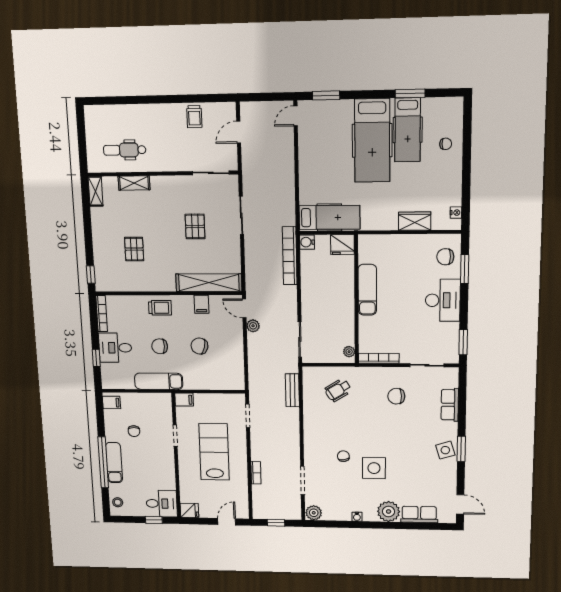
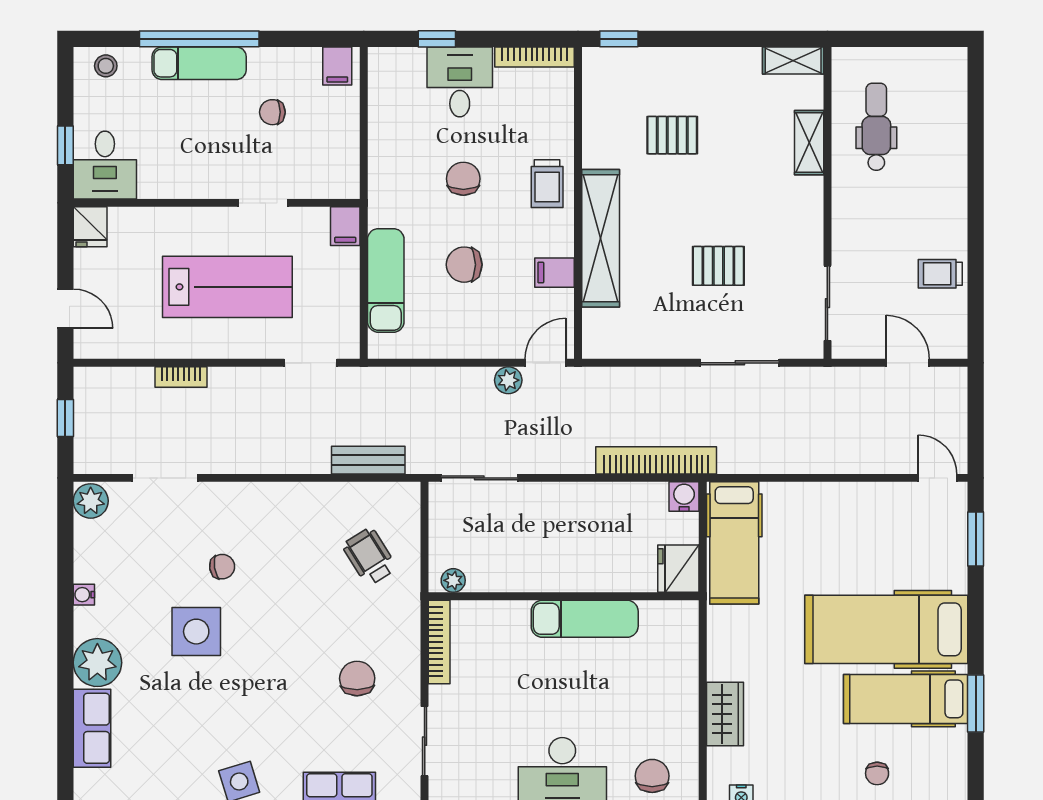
shelving: (209, 283) -> (601, 238), moved
chair: (199, 346) -> (464, 265), turned -103
exam couch: (159, 381) -> (386, 280), moved

